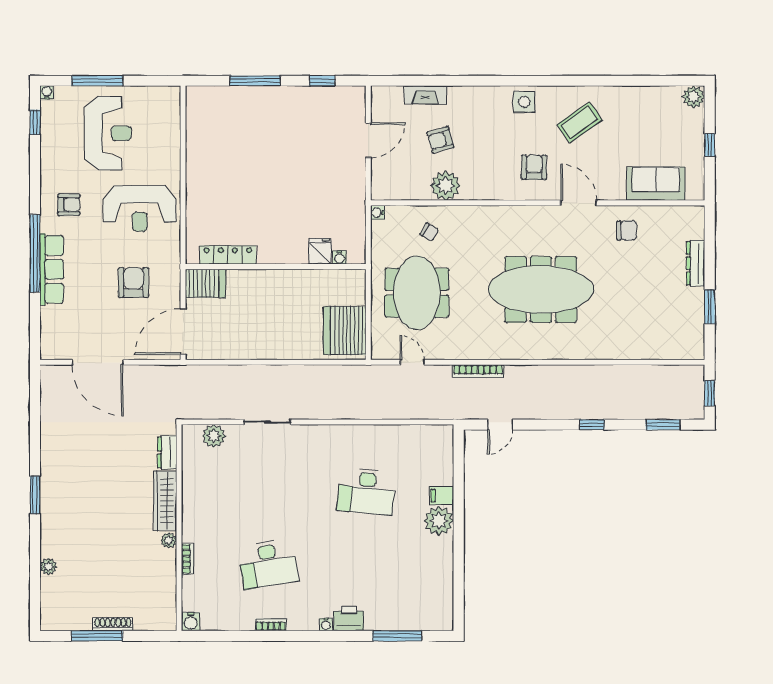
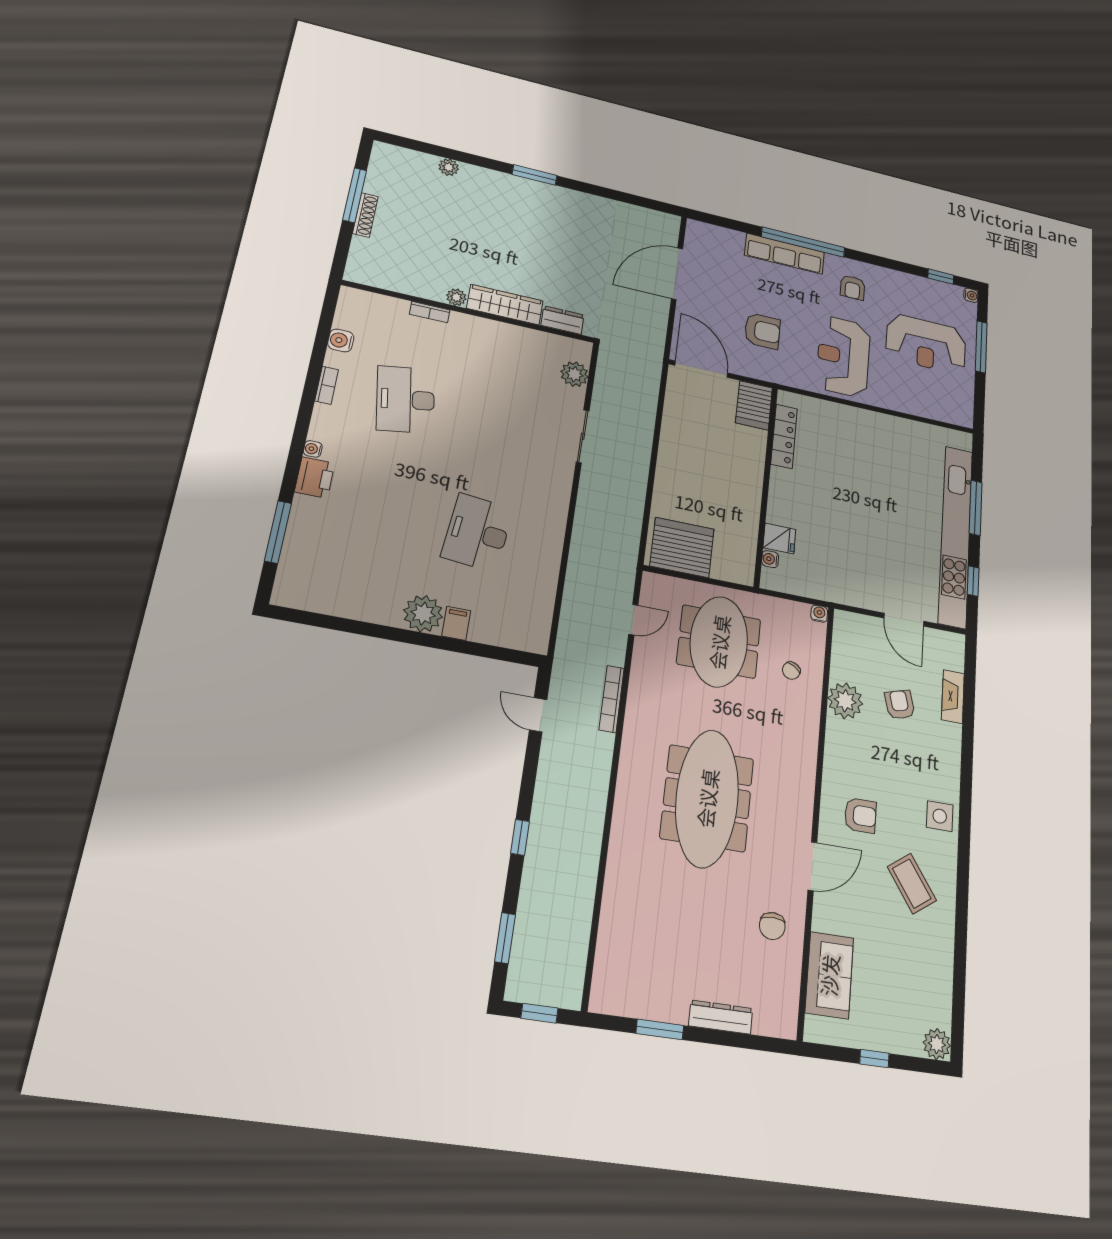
kitchen unit: (285, 98) -> (956, 536), added
meeting table: (417, 293) -> (719, 642), turned 90
water cooler: (191, 622) -> (341, 340), moved

